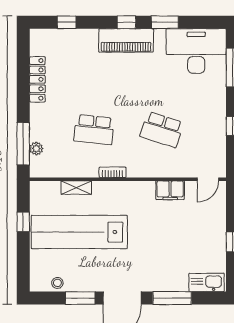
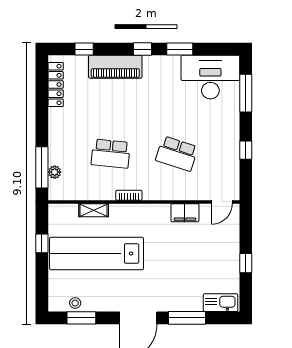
piano: (126, 40) -> (115, 67), moved
locker: (37, 79) -> (56, 85), moved
window: (80, 298) -> (81, 318), moved

